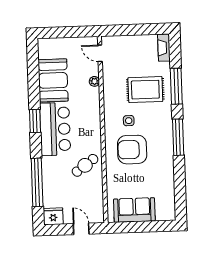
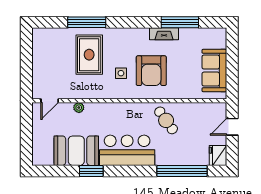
fireplace: (164, 48) -> (164, 34), moved
window: (35, 121) -> (91, 171), moved
window: (178, 137) -> (180, 22), moved

